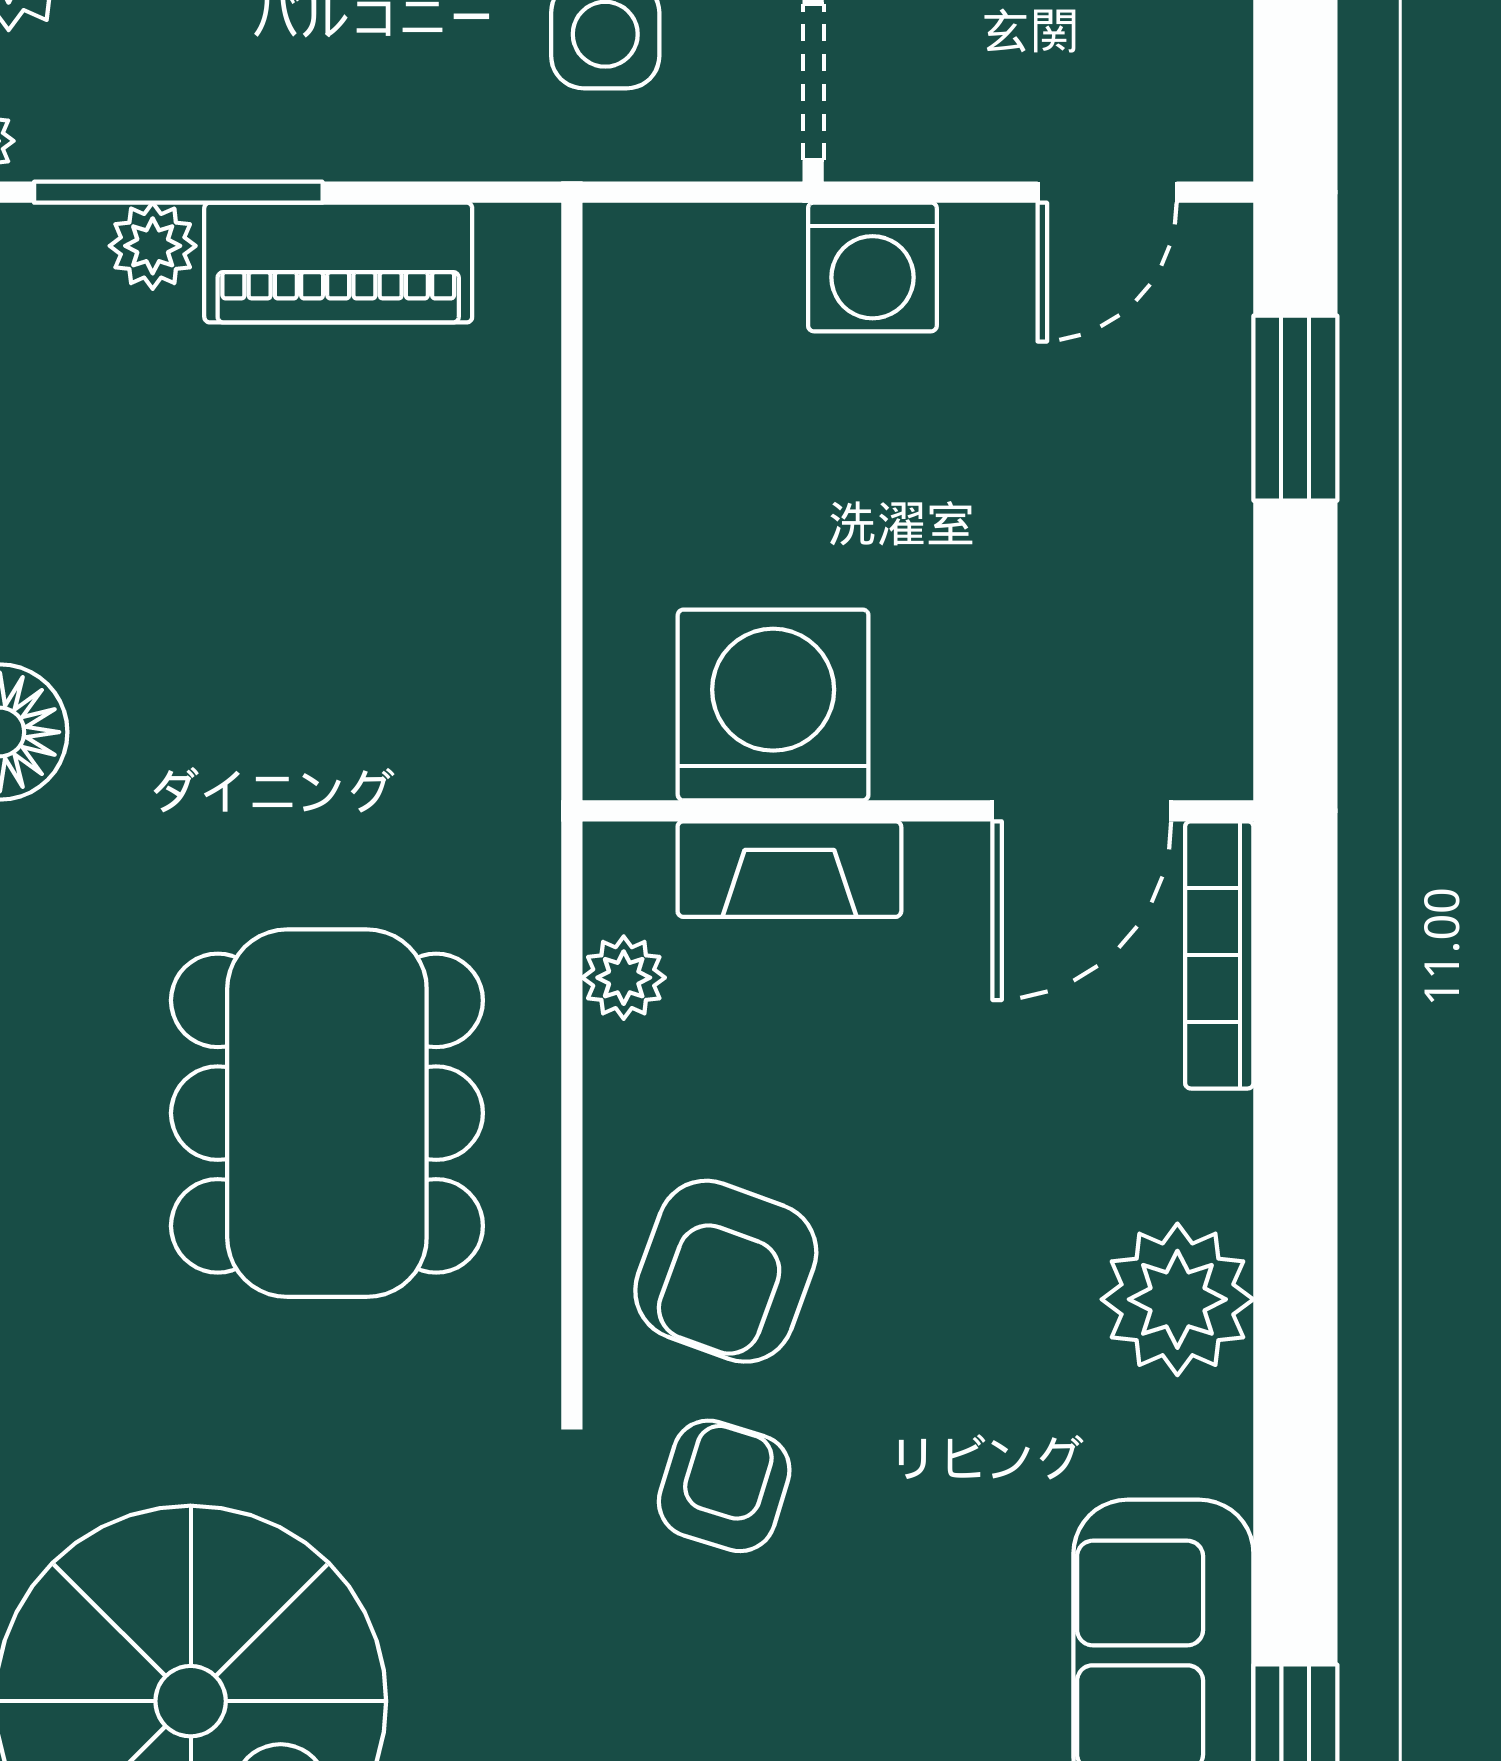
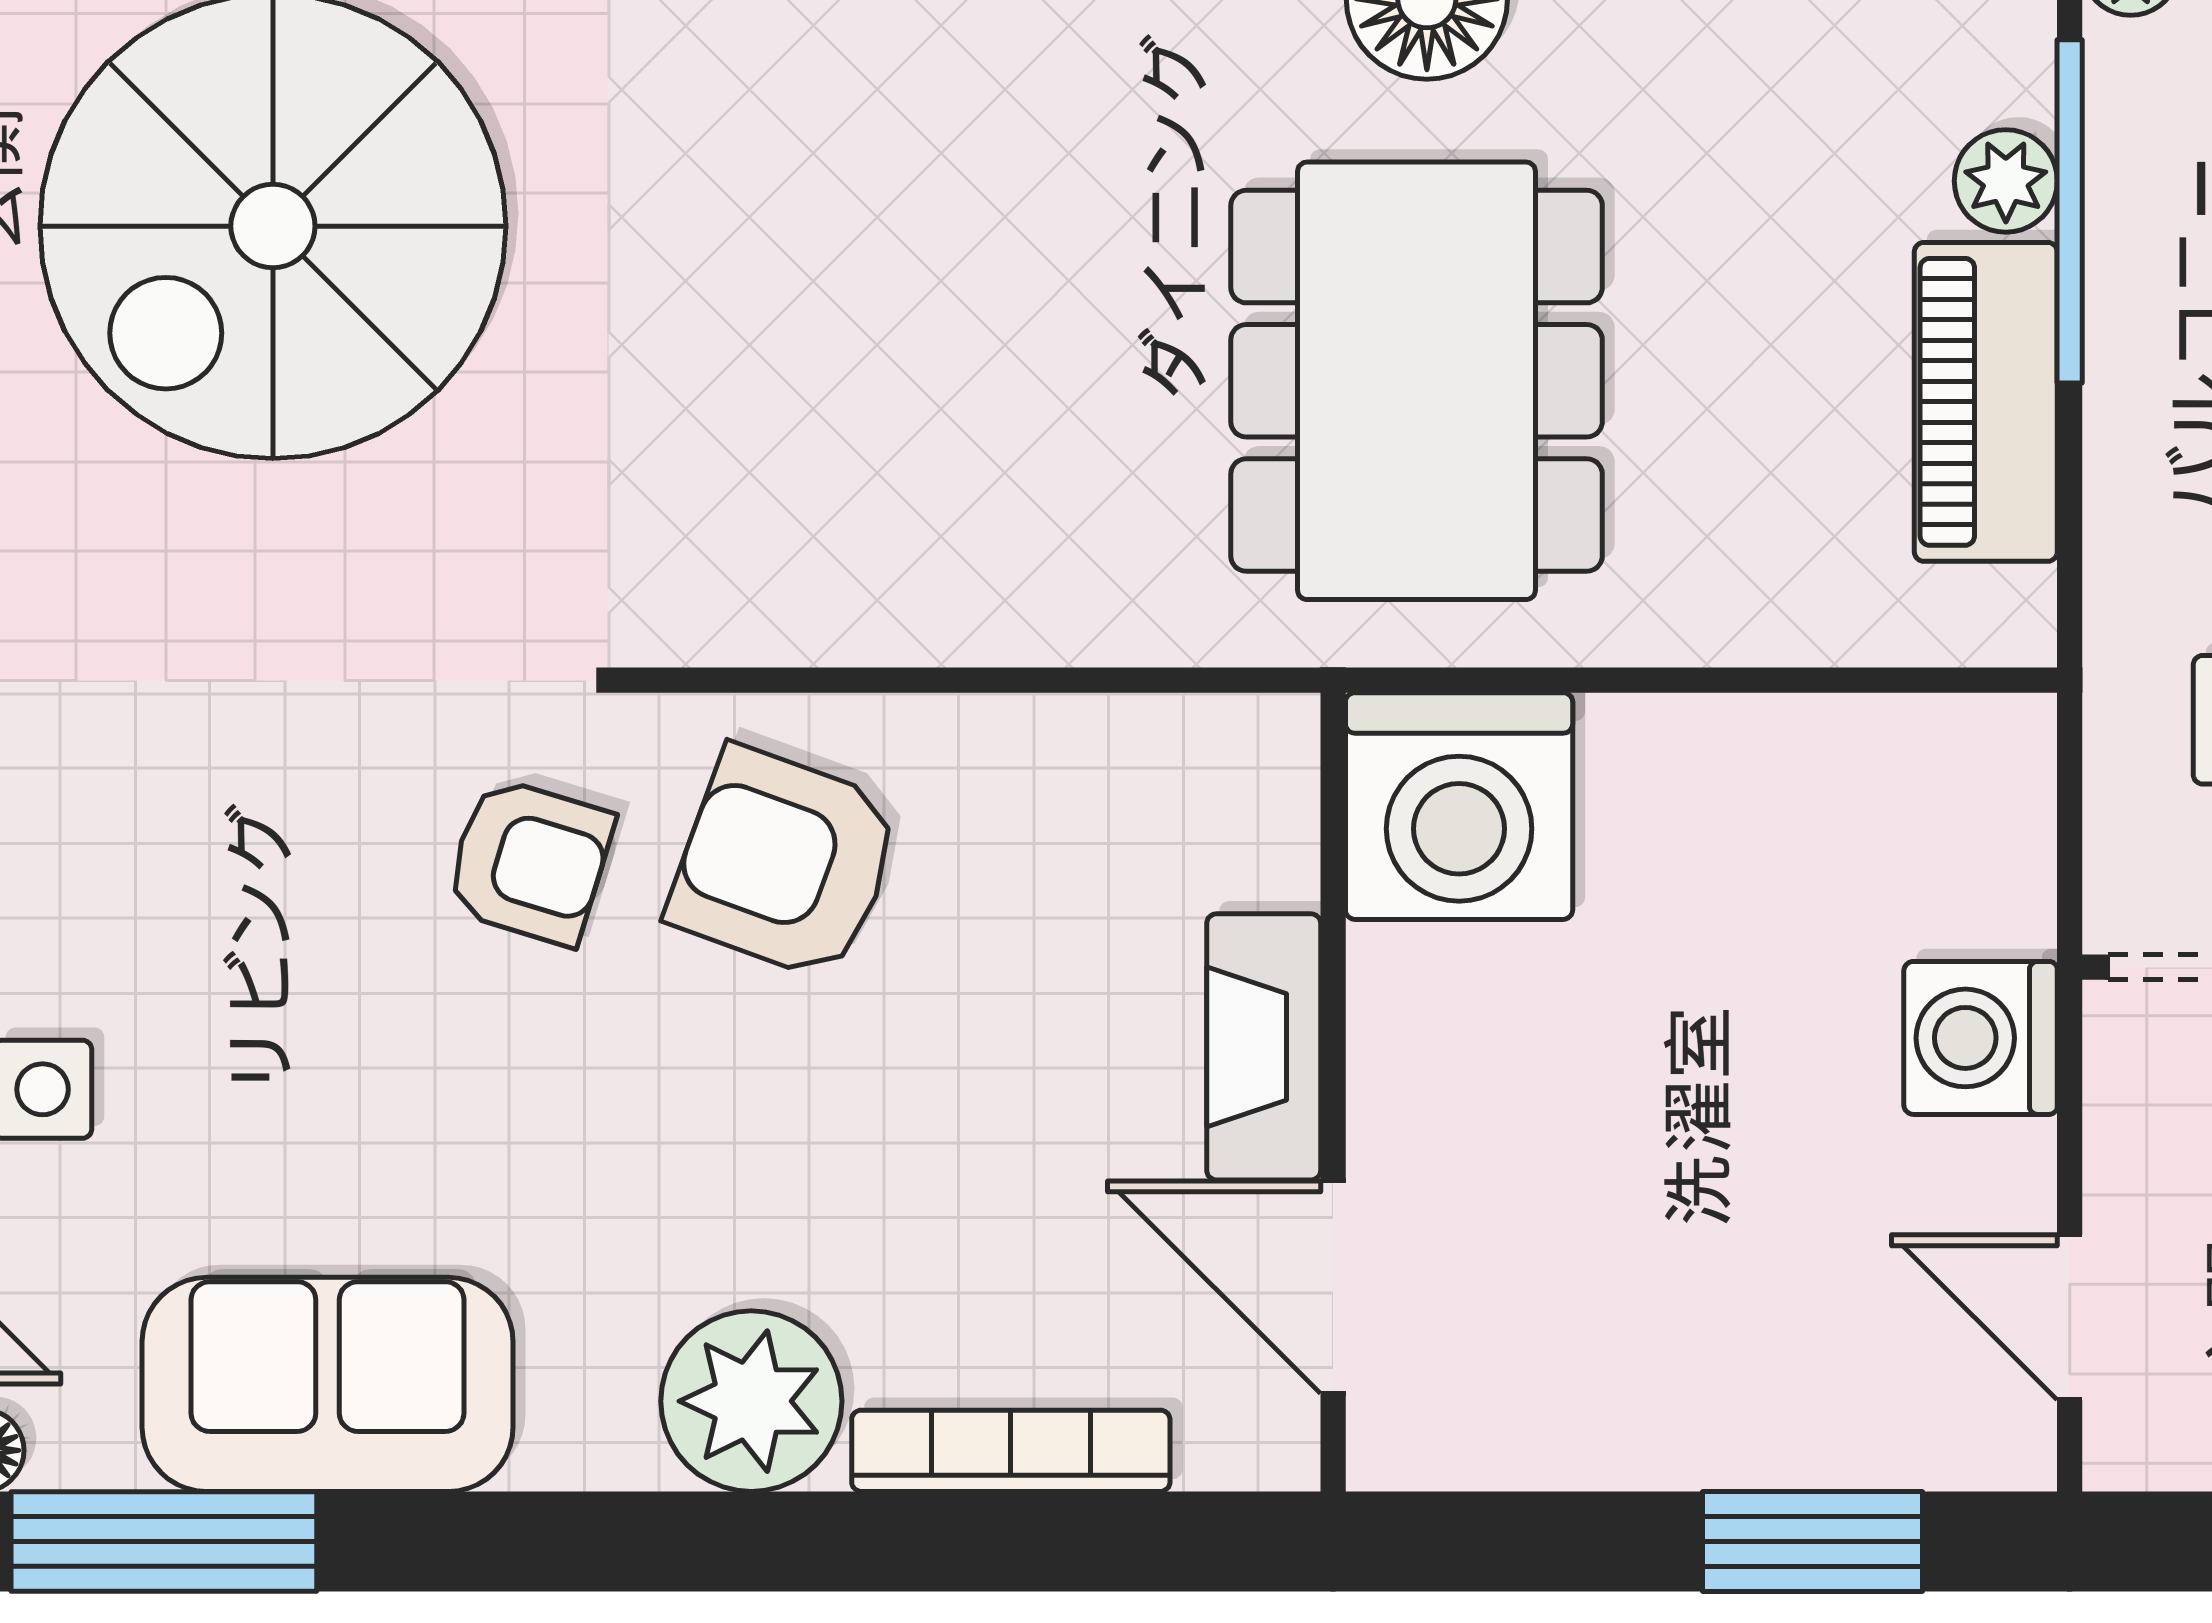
washing machine: (773, 705) -> (1459, 806), moved, turned 90
fireplace: (789, 869) -> (1264, 1047), moved
bookcase: (1219, 955) -> (1011, 1451), moved
plant: (624, 978) -> (1134, 742), removed
dining table: (327, 1113) -> (1417, 381), moved, turned 90

